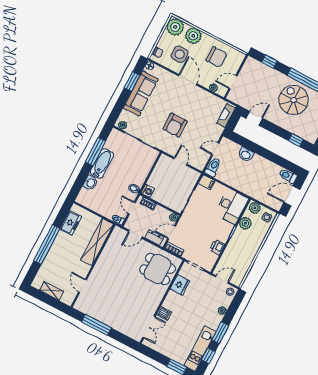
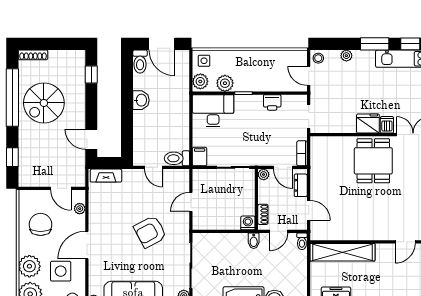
armchair: (175, 125) -> (150, 232), turned 152
washbasin: (246, 155) -> (141, 100), moved
dining table: (158, 269) -> (373, 161), moved
fridge: (180, 285) -> (368, 124), moved

